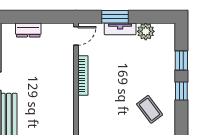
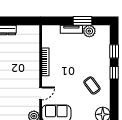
window: (115, 17) -> (83, 21), moved
door: (76, 36) -> (41, 93), moved

